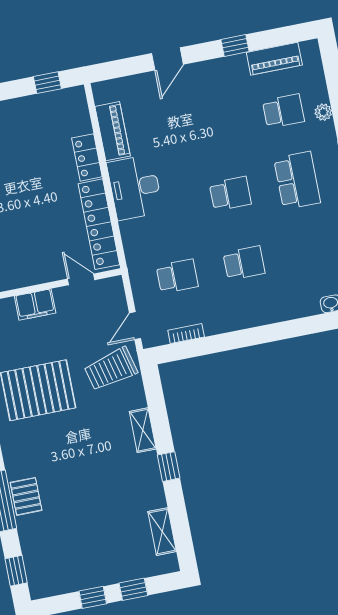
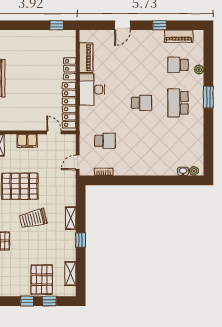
school desk: (283, 111) -> (178, 65), turned 180
school desk: (297, 180) -> (178, 103), turned 180
school desk: (244, 263) -> (141, 141), removed
trolley: (111, 369) -> (33, 219), moved
pallet: (112, 553) -> (42, 280), added

